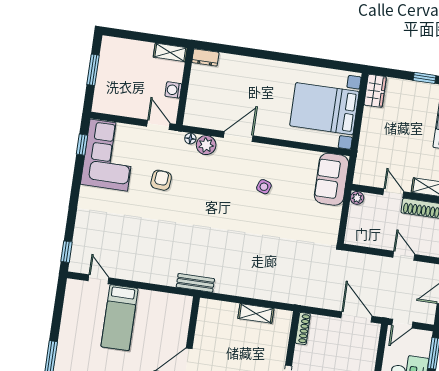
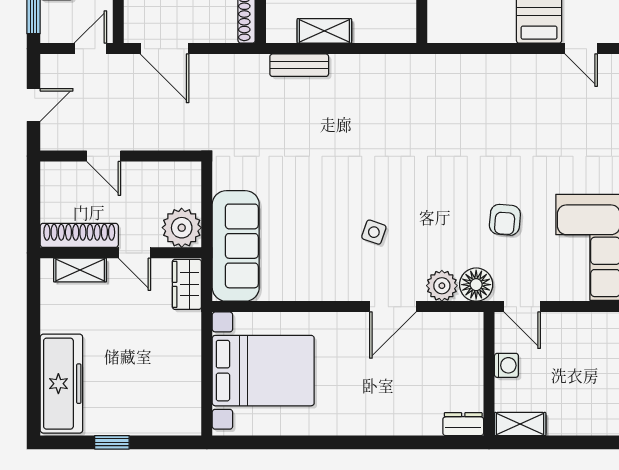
wardrobe: (375, 91) -> (187, 284), moved
floor lamp: (190, 139) -> (476, 285), width x1.89, depth x1.89
sofa: (331, 179) -> (236, 246), width x1.36
side table: (264, 187) -> (374, 232), moved
plant: (357, 198) -> (182, 228), width x1.87, depth x1.87
bench: (195, 283) -> (299, 65), moved

